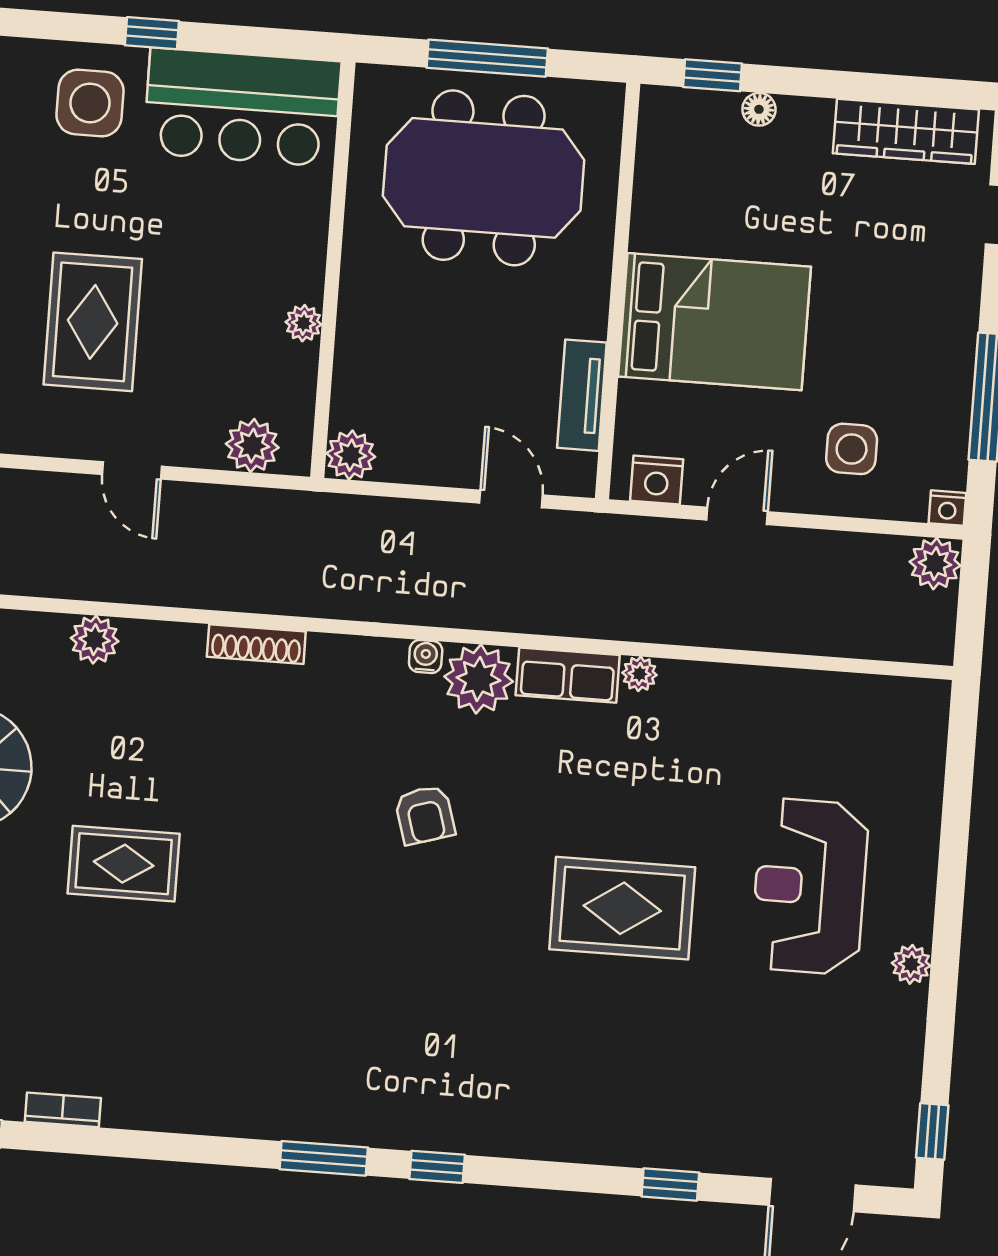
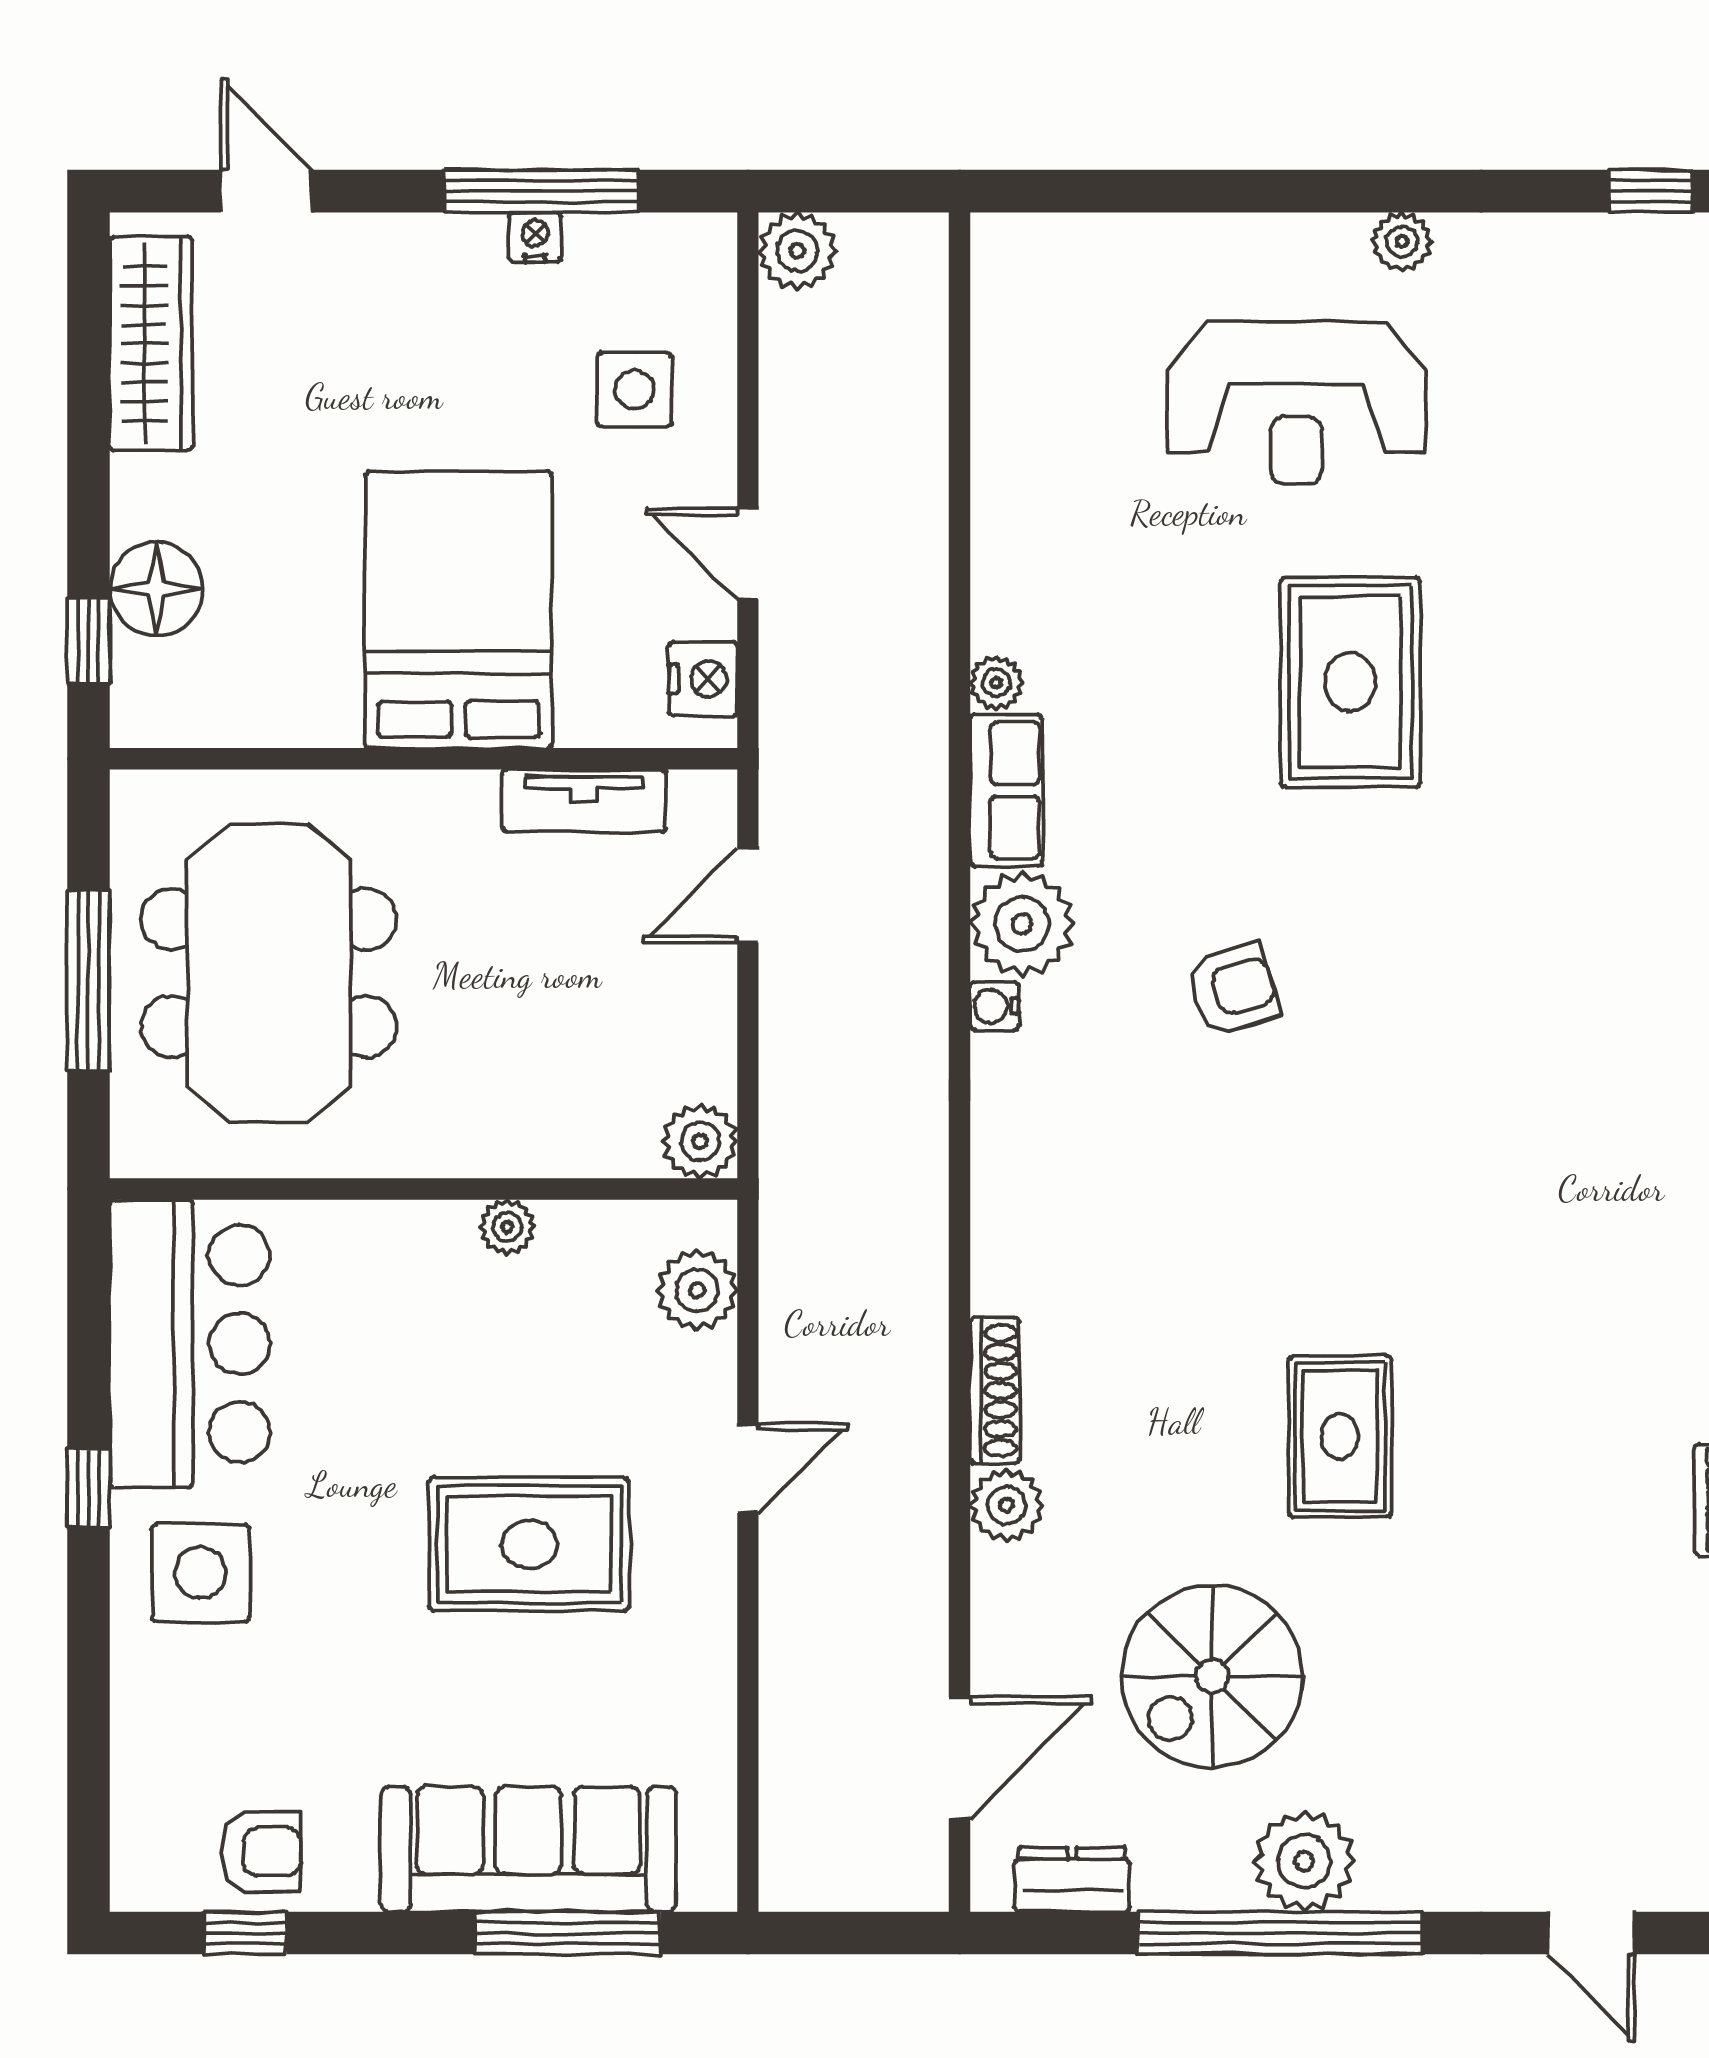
floor lamp: (759, 109) -> (156, 589), width x1.89, depth x1.89
nightstand: (947, 508) -> (535, 237), moved, turned -90
shoe rack: (256, 644) -> (995, 1390), moved

